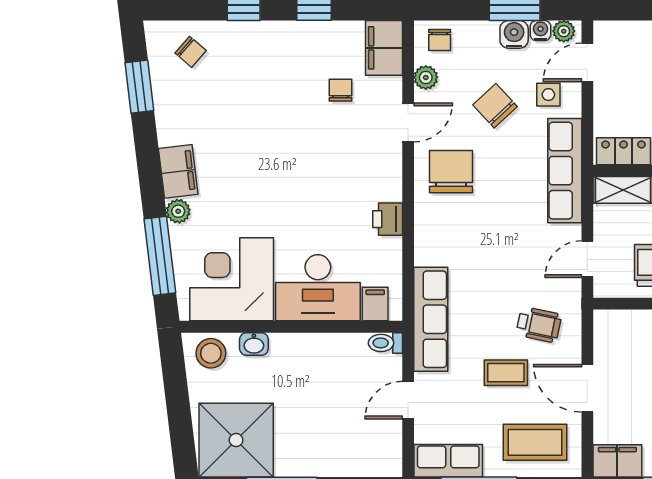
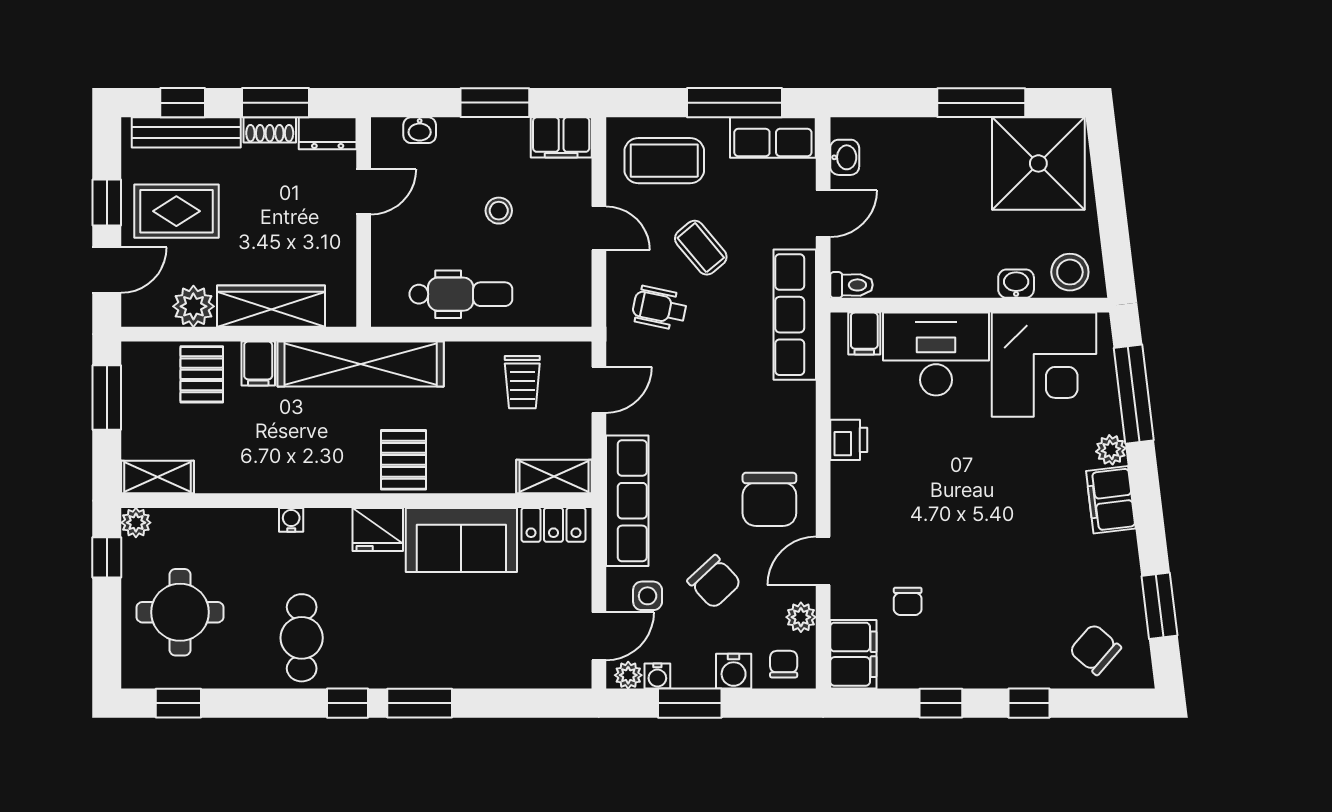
water cooler: (514, 34) -> (734, 671), moved
chair: (191, 52) -> (1095, 649), width x1.37, depth x1.37
coffee table: (506, 373) -> (701, 248), turned 50
door: (587, 388) -> (599, 228), width x0.73
washbasin: (391, 445) -> (845, 157), added

